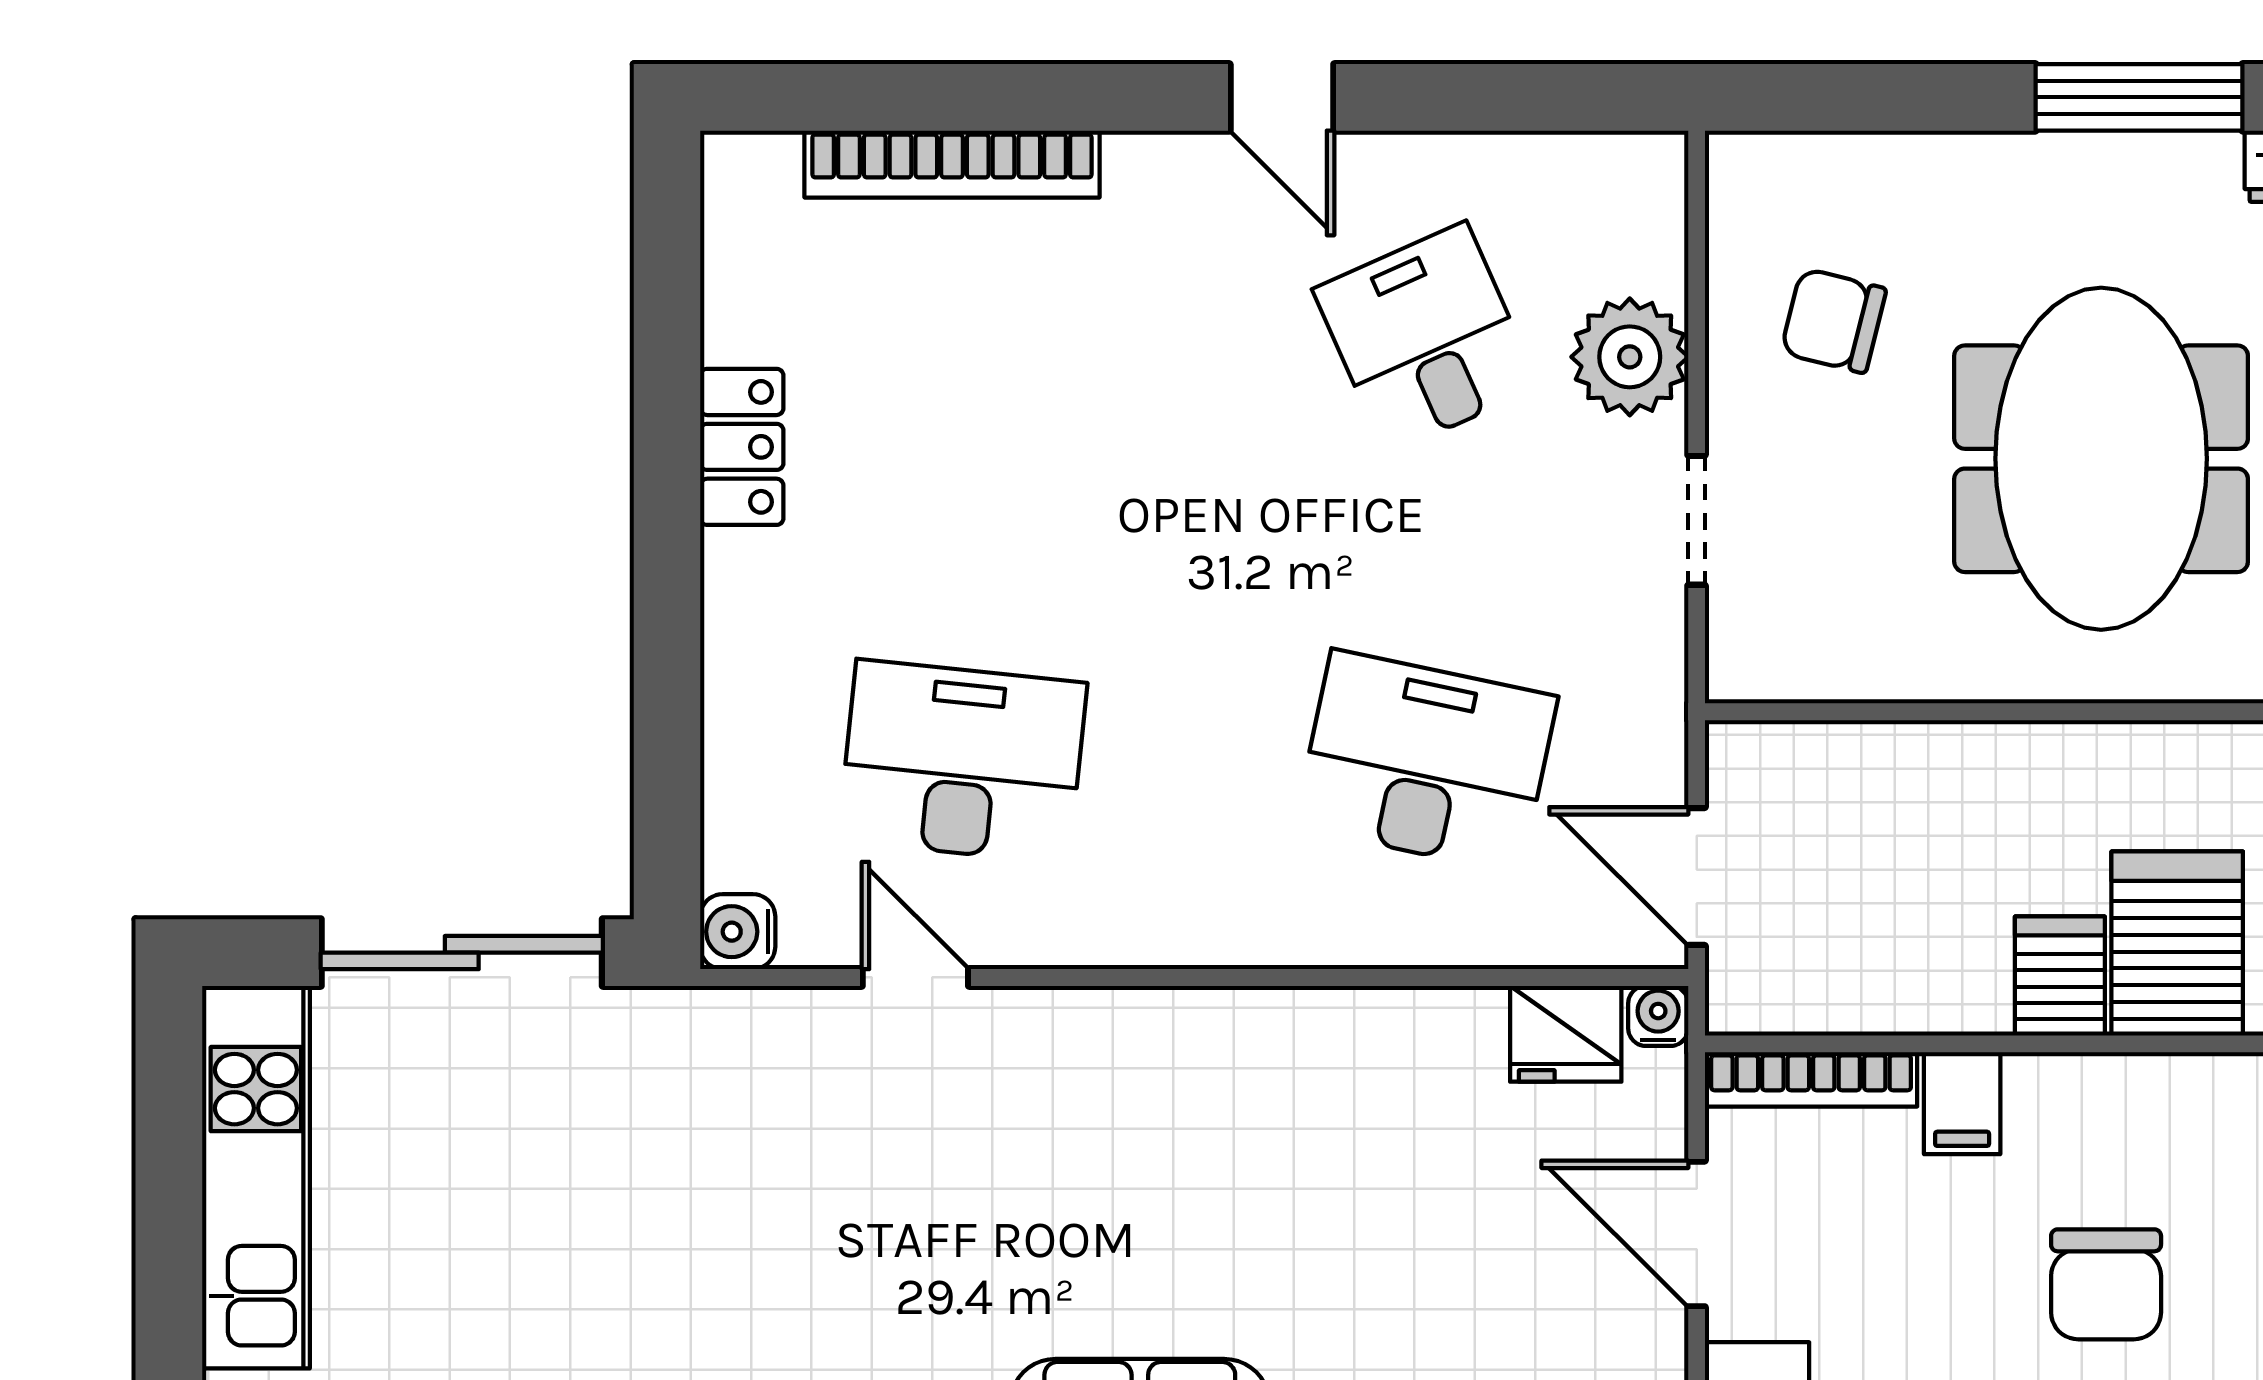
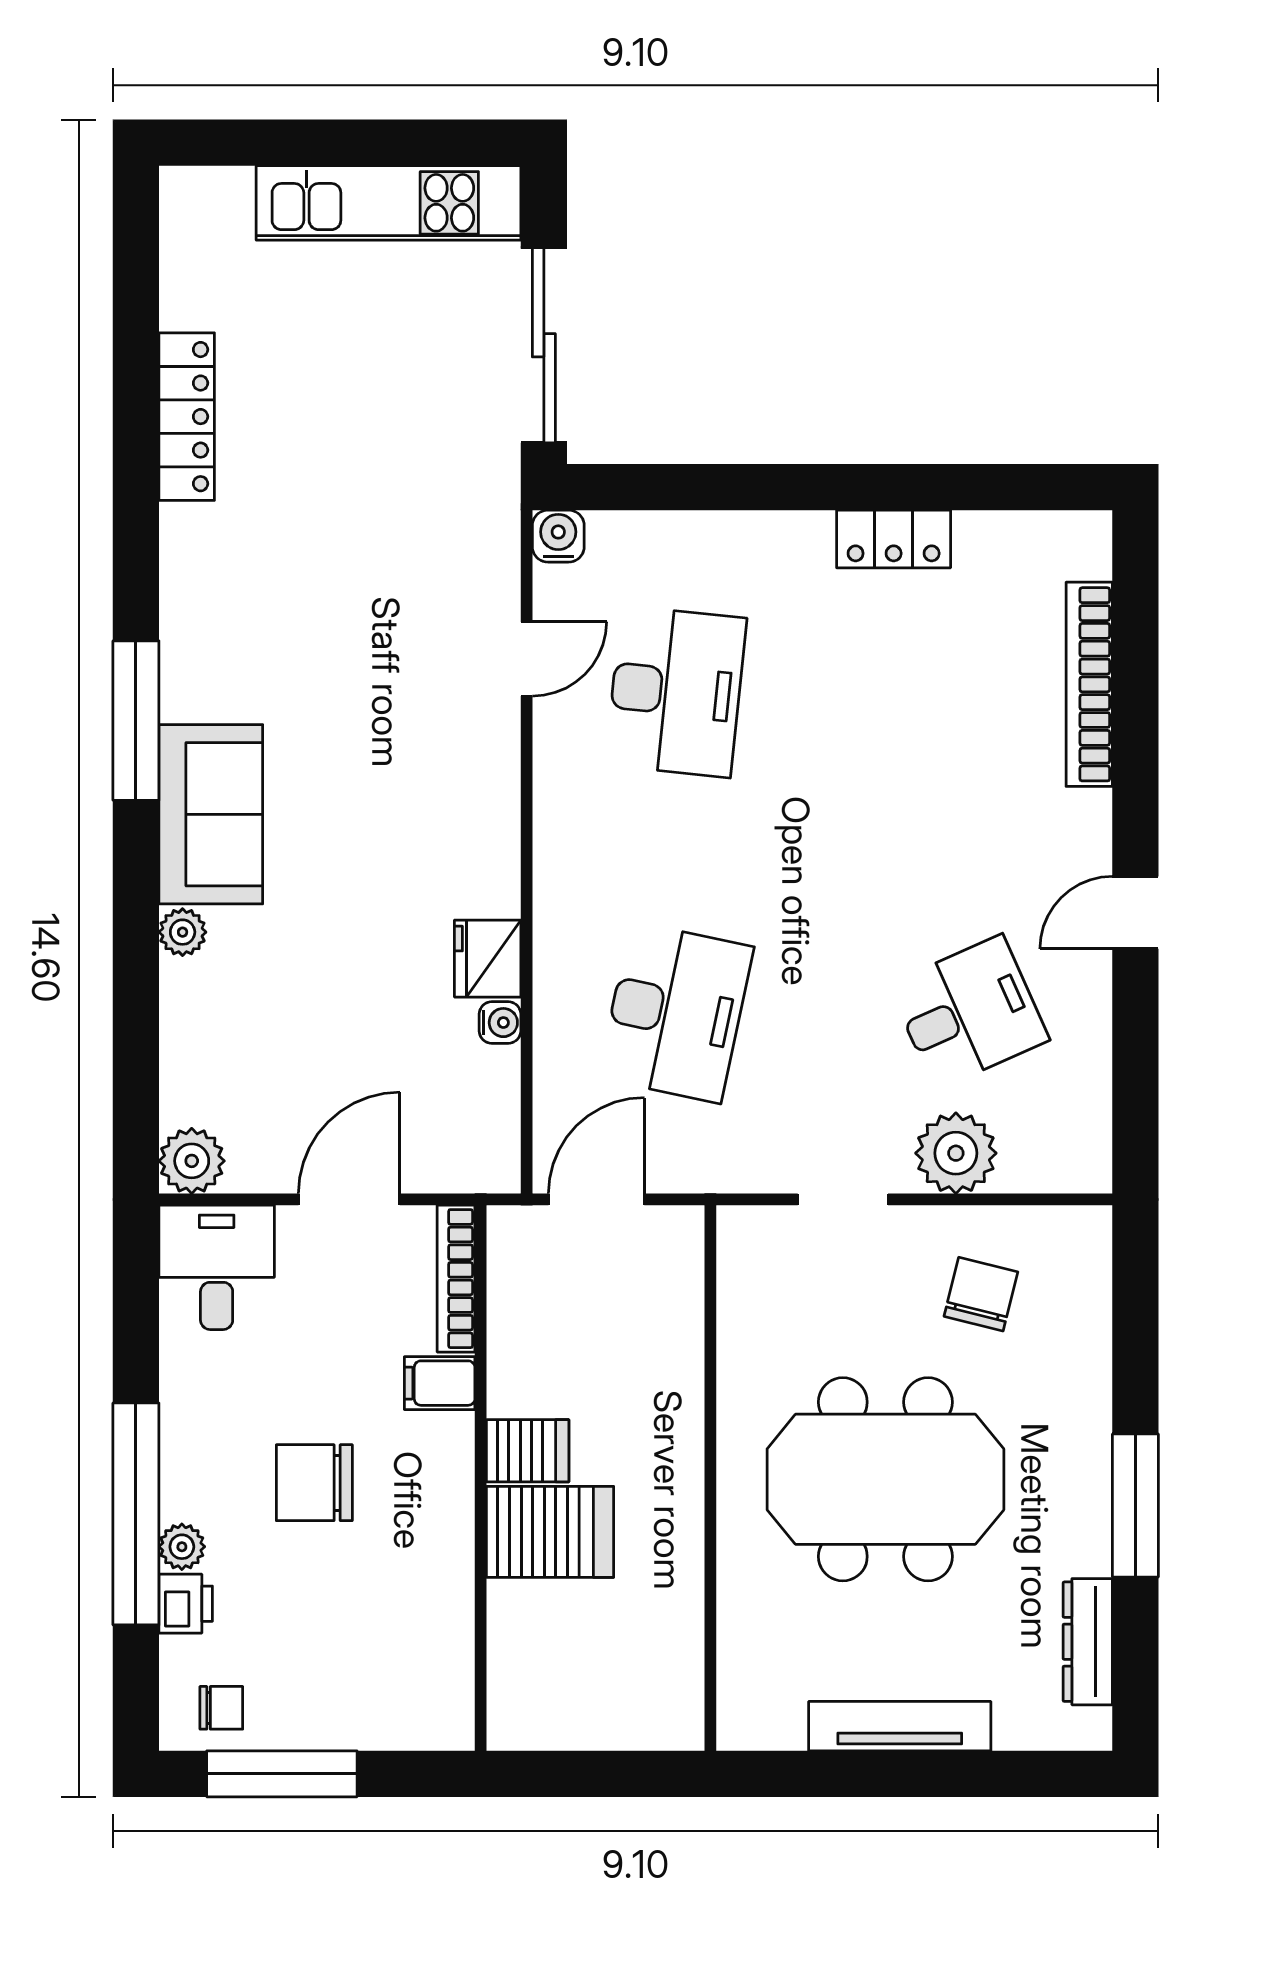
water cooler: (1658, 1016) -> (500, 1023), moved
fridge: (1566, 1034) -> (488, 959), moved

